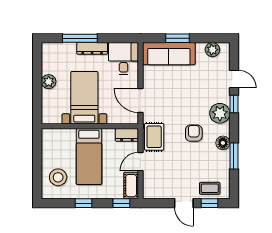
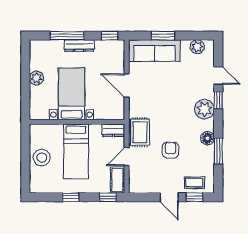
window: (123, 38) -> (110, 36), added
desk: (123, 59) -> (110, 56), removed
door: (140, 101) -> (127, 86), moved
armchair: (194, 133) -> (171, 150), moved
stool: (58, 177) -> (42, 158), moved

